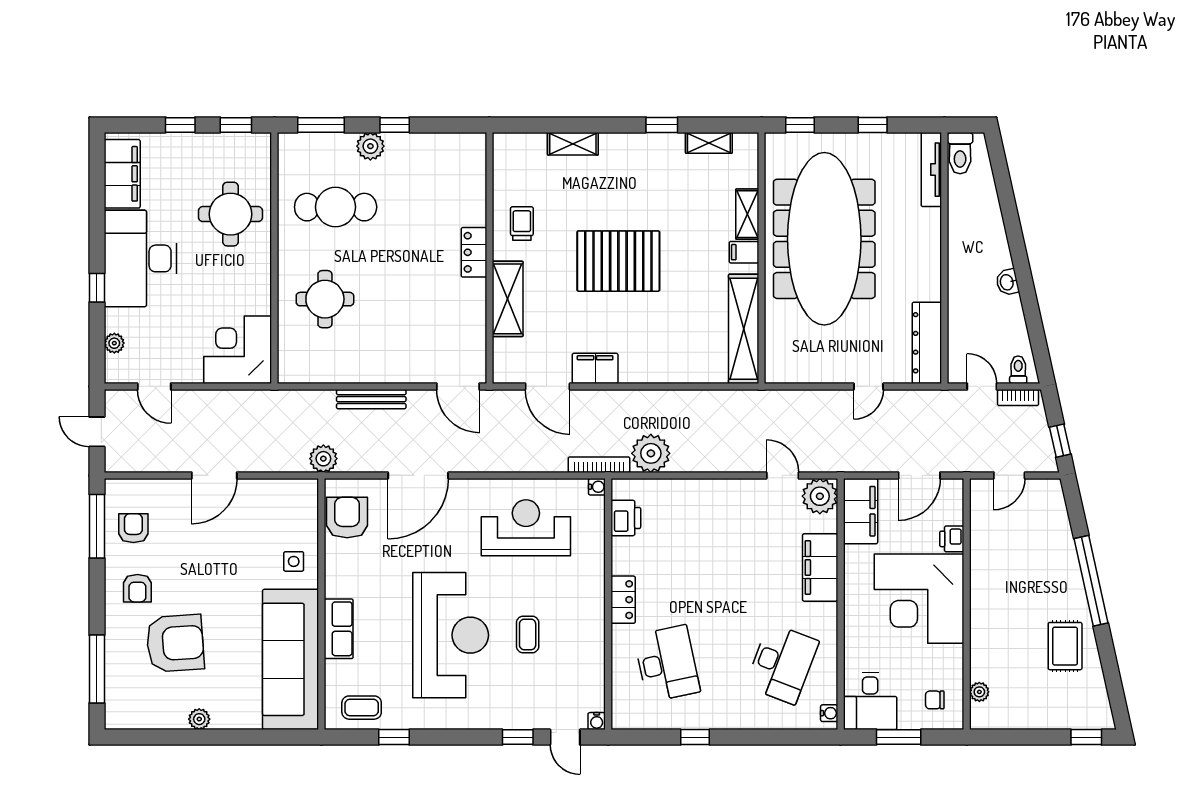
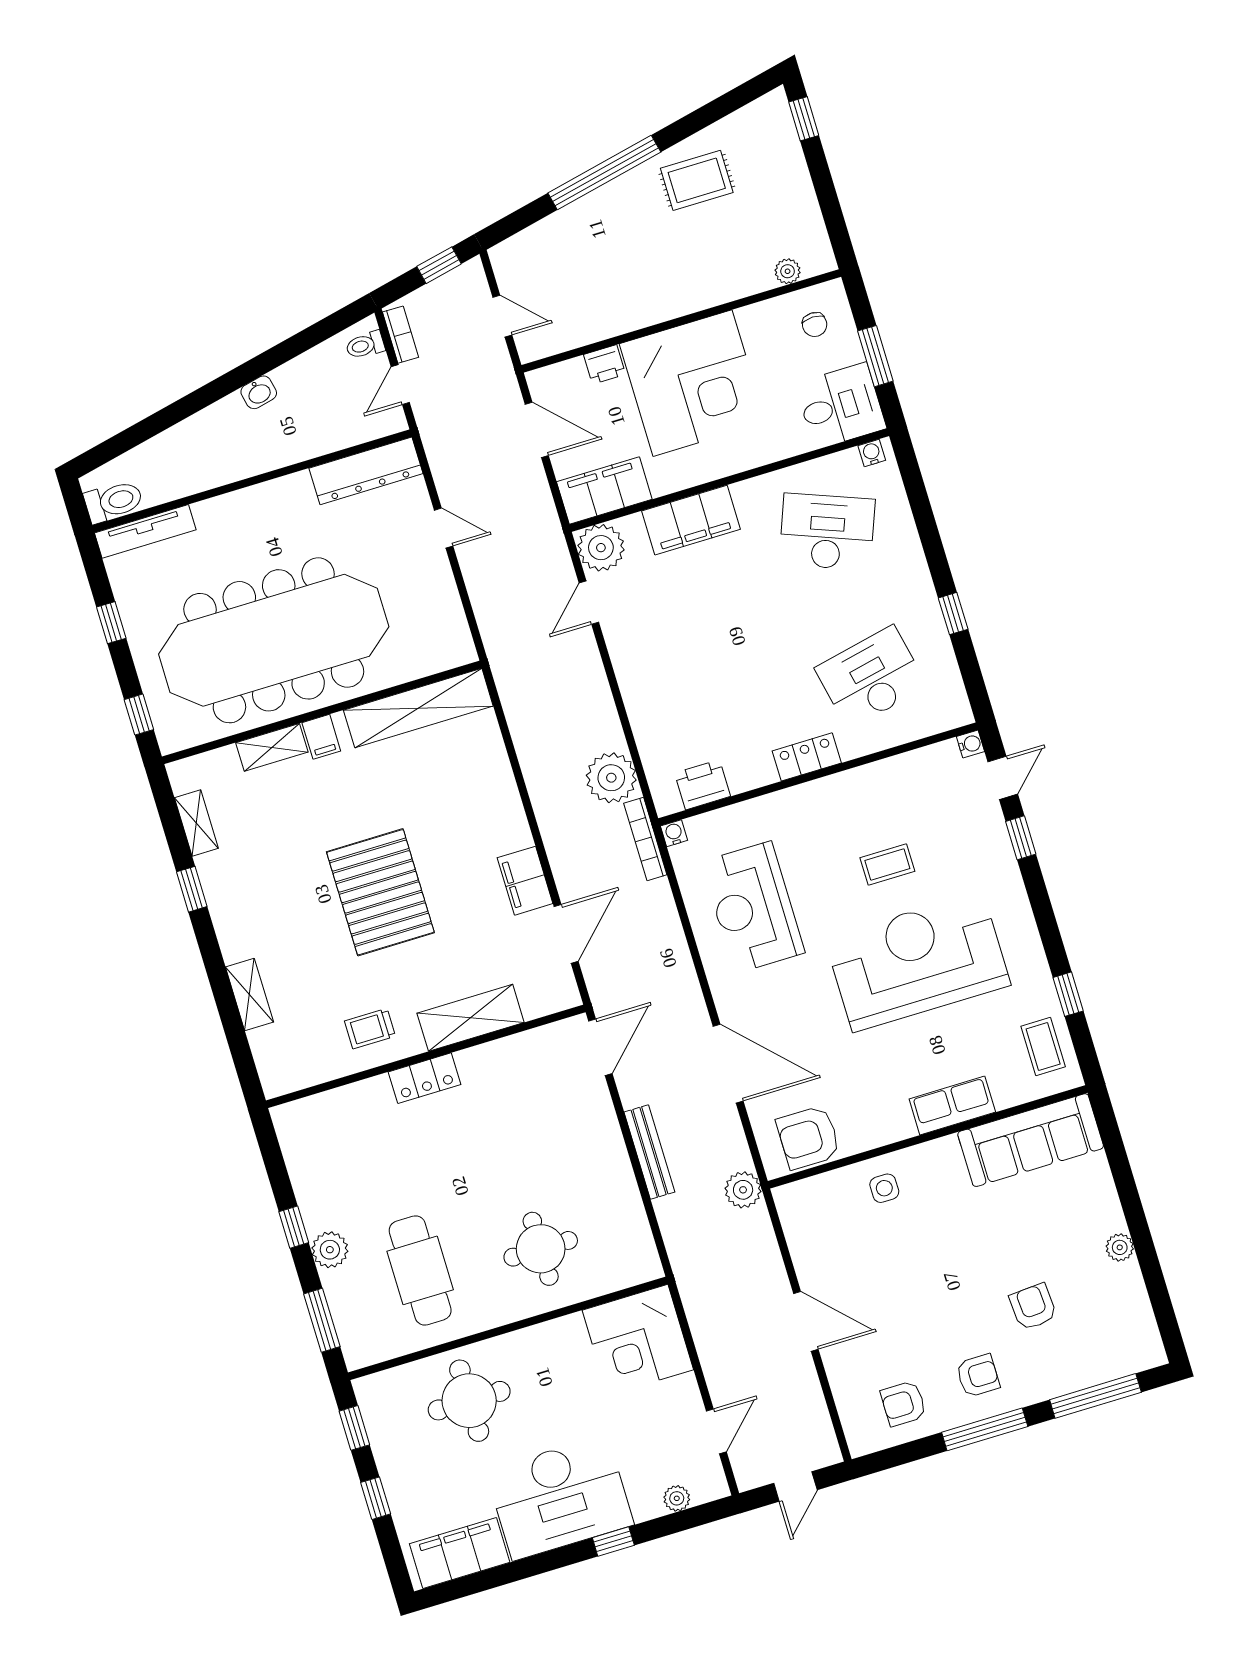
window: (97, 526) -> (985, 1429), moved
armchair: (175, 643) -> (1033, 1307), width x0.53, depth x0.53
sofa: (291, 659) -> (1031, 1140), width x0.74, depth x0.79

